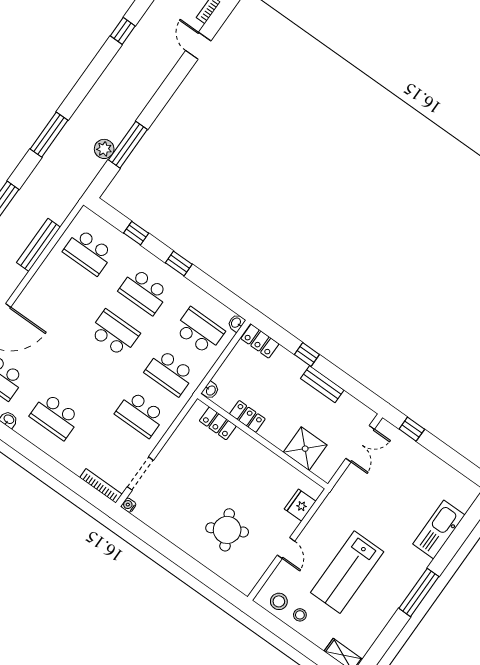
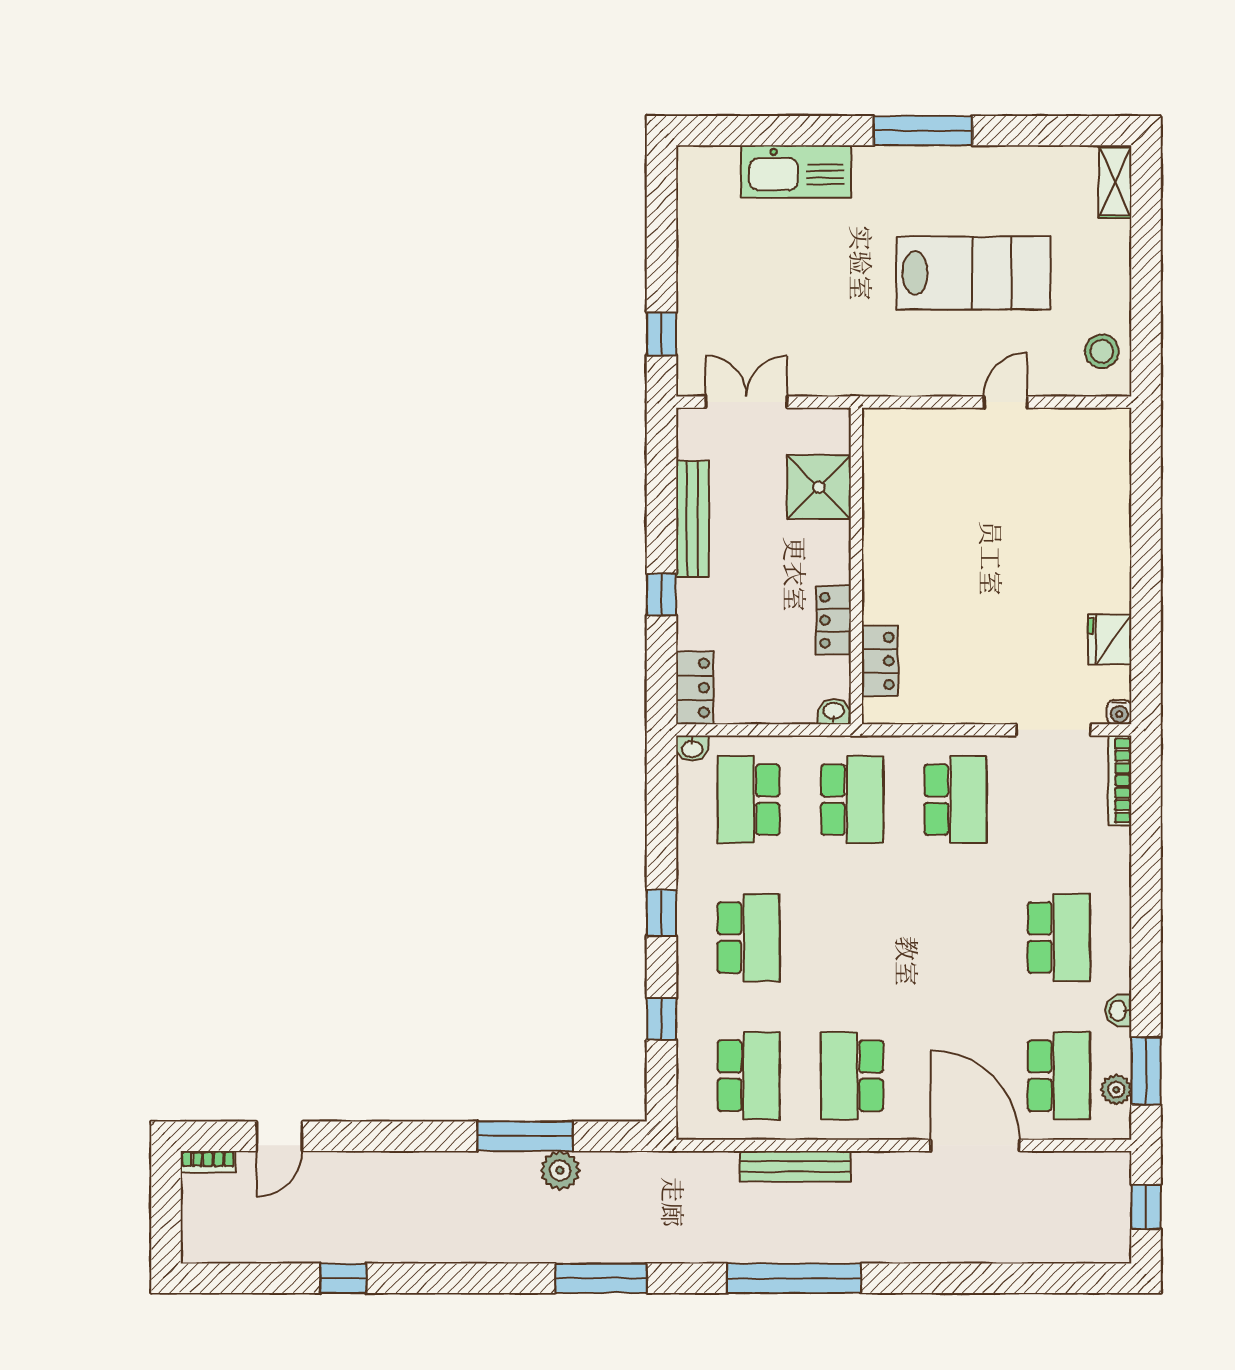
school desk: (114, 333) -> (852, 1076), moved
bench: (322, 384) -> (692, 519), width x1.36
fridge: (300, 505) -> (1110, 639), moved, turned 90
round table: (227, 530) -> (1045, 521), removed
stool: (300, 615) -> (1099, 301), removed

